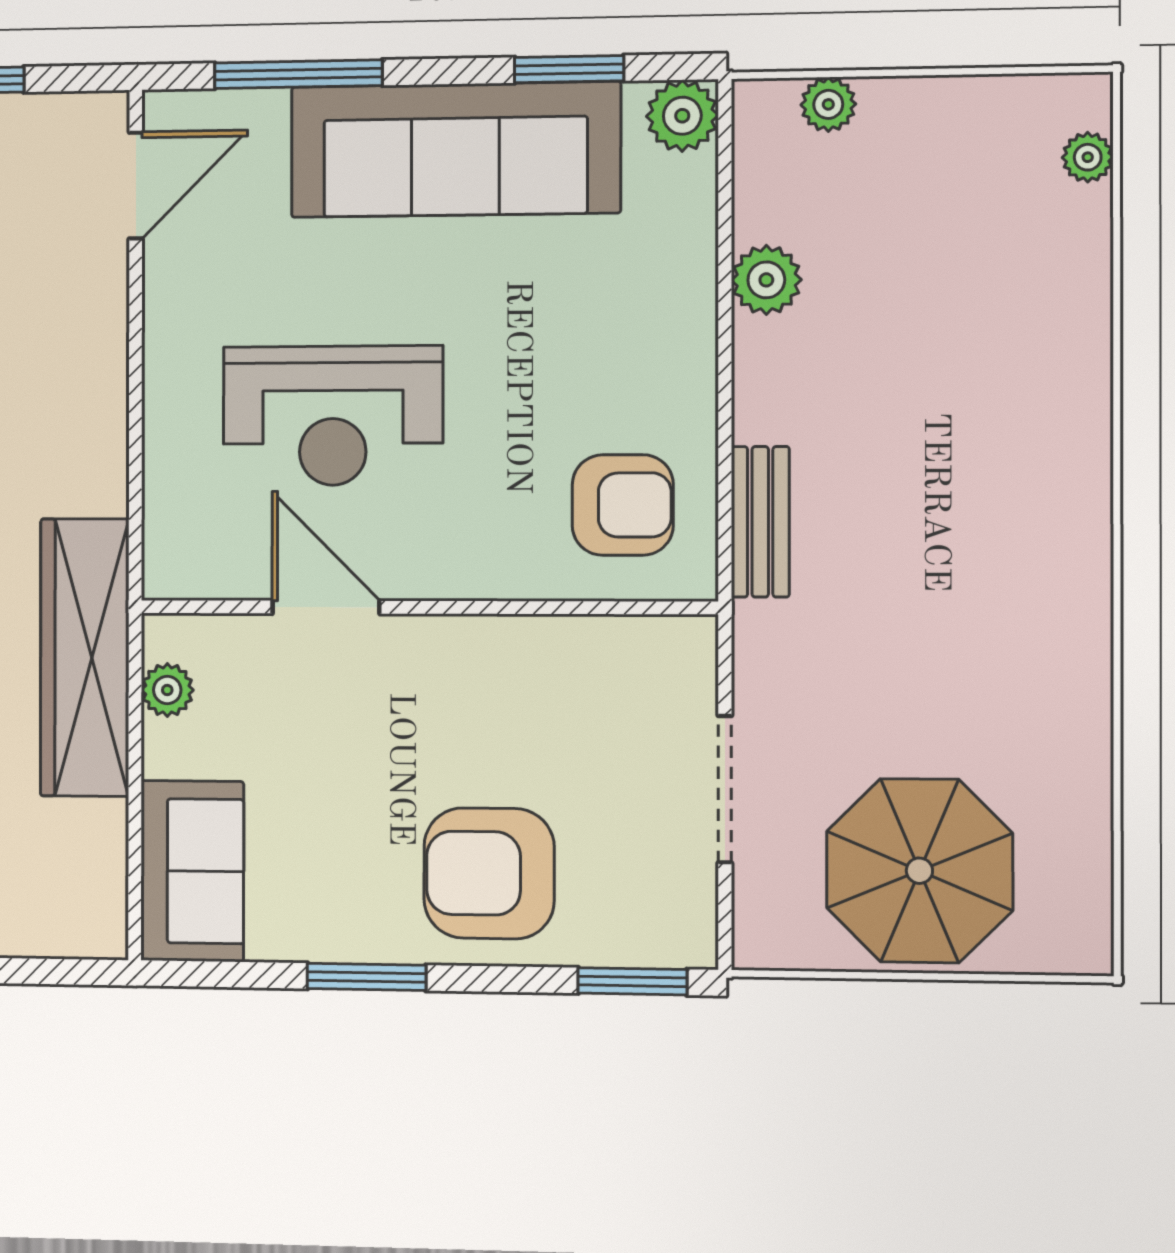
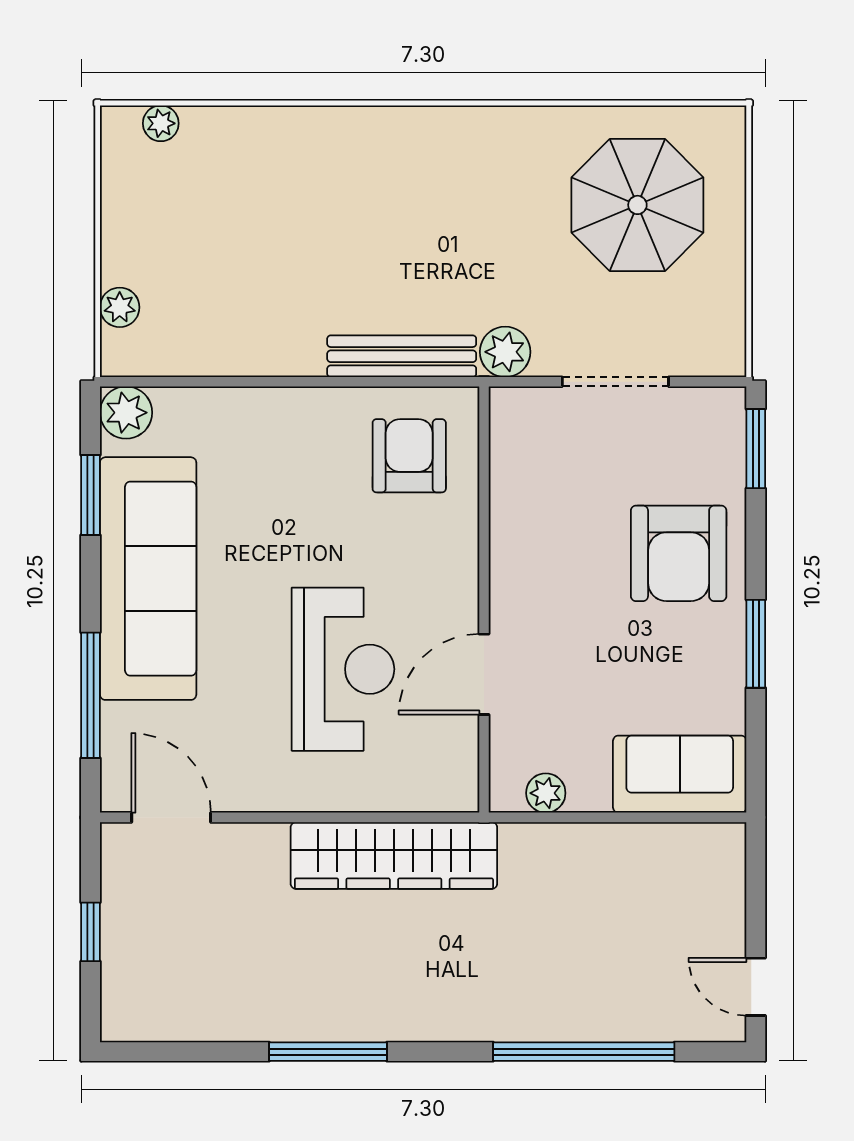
plant: (766, 280) -> (505, 352), moved
bench: (760, 522) -> (402, 356), width x1.36
wardrobe: (85, 657) -> (394, 856), moved
parasol: (919, 871) -> (637, 205), moved

